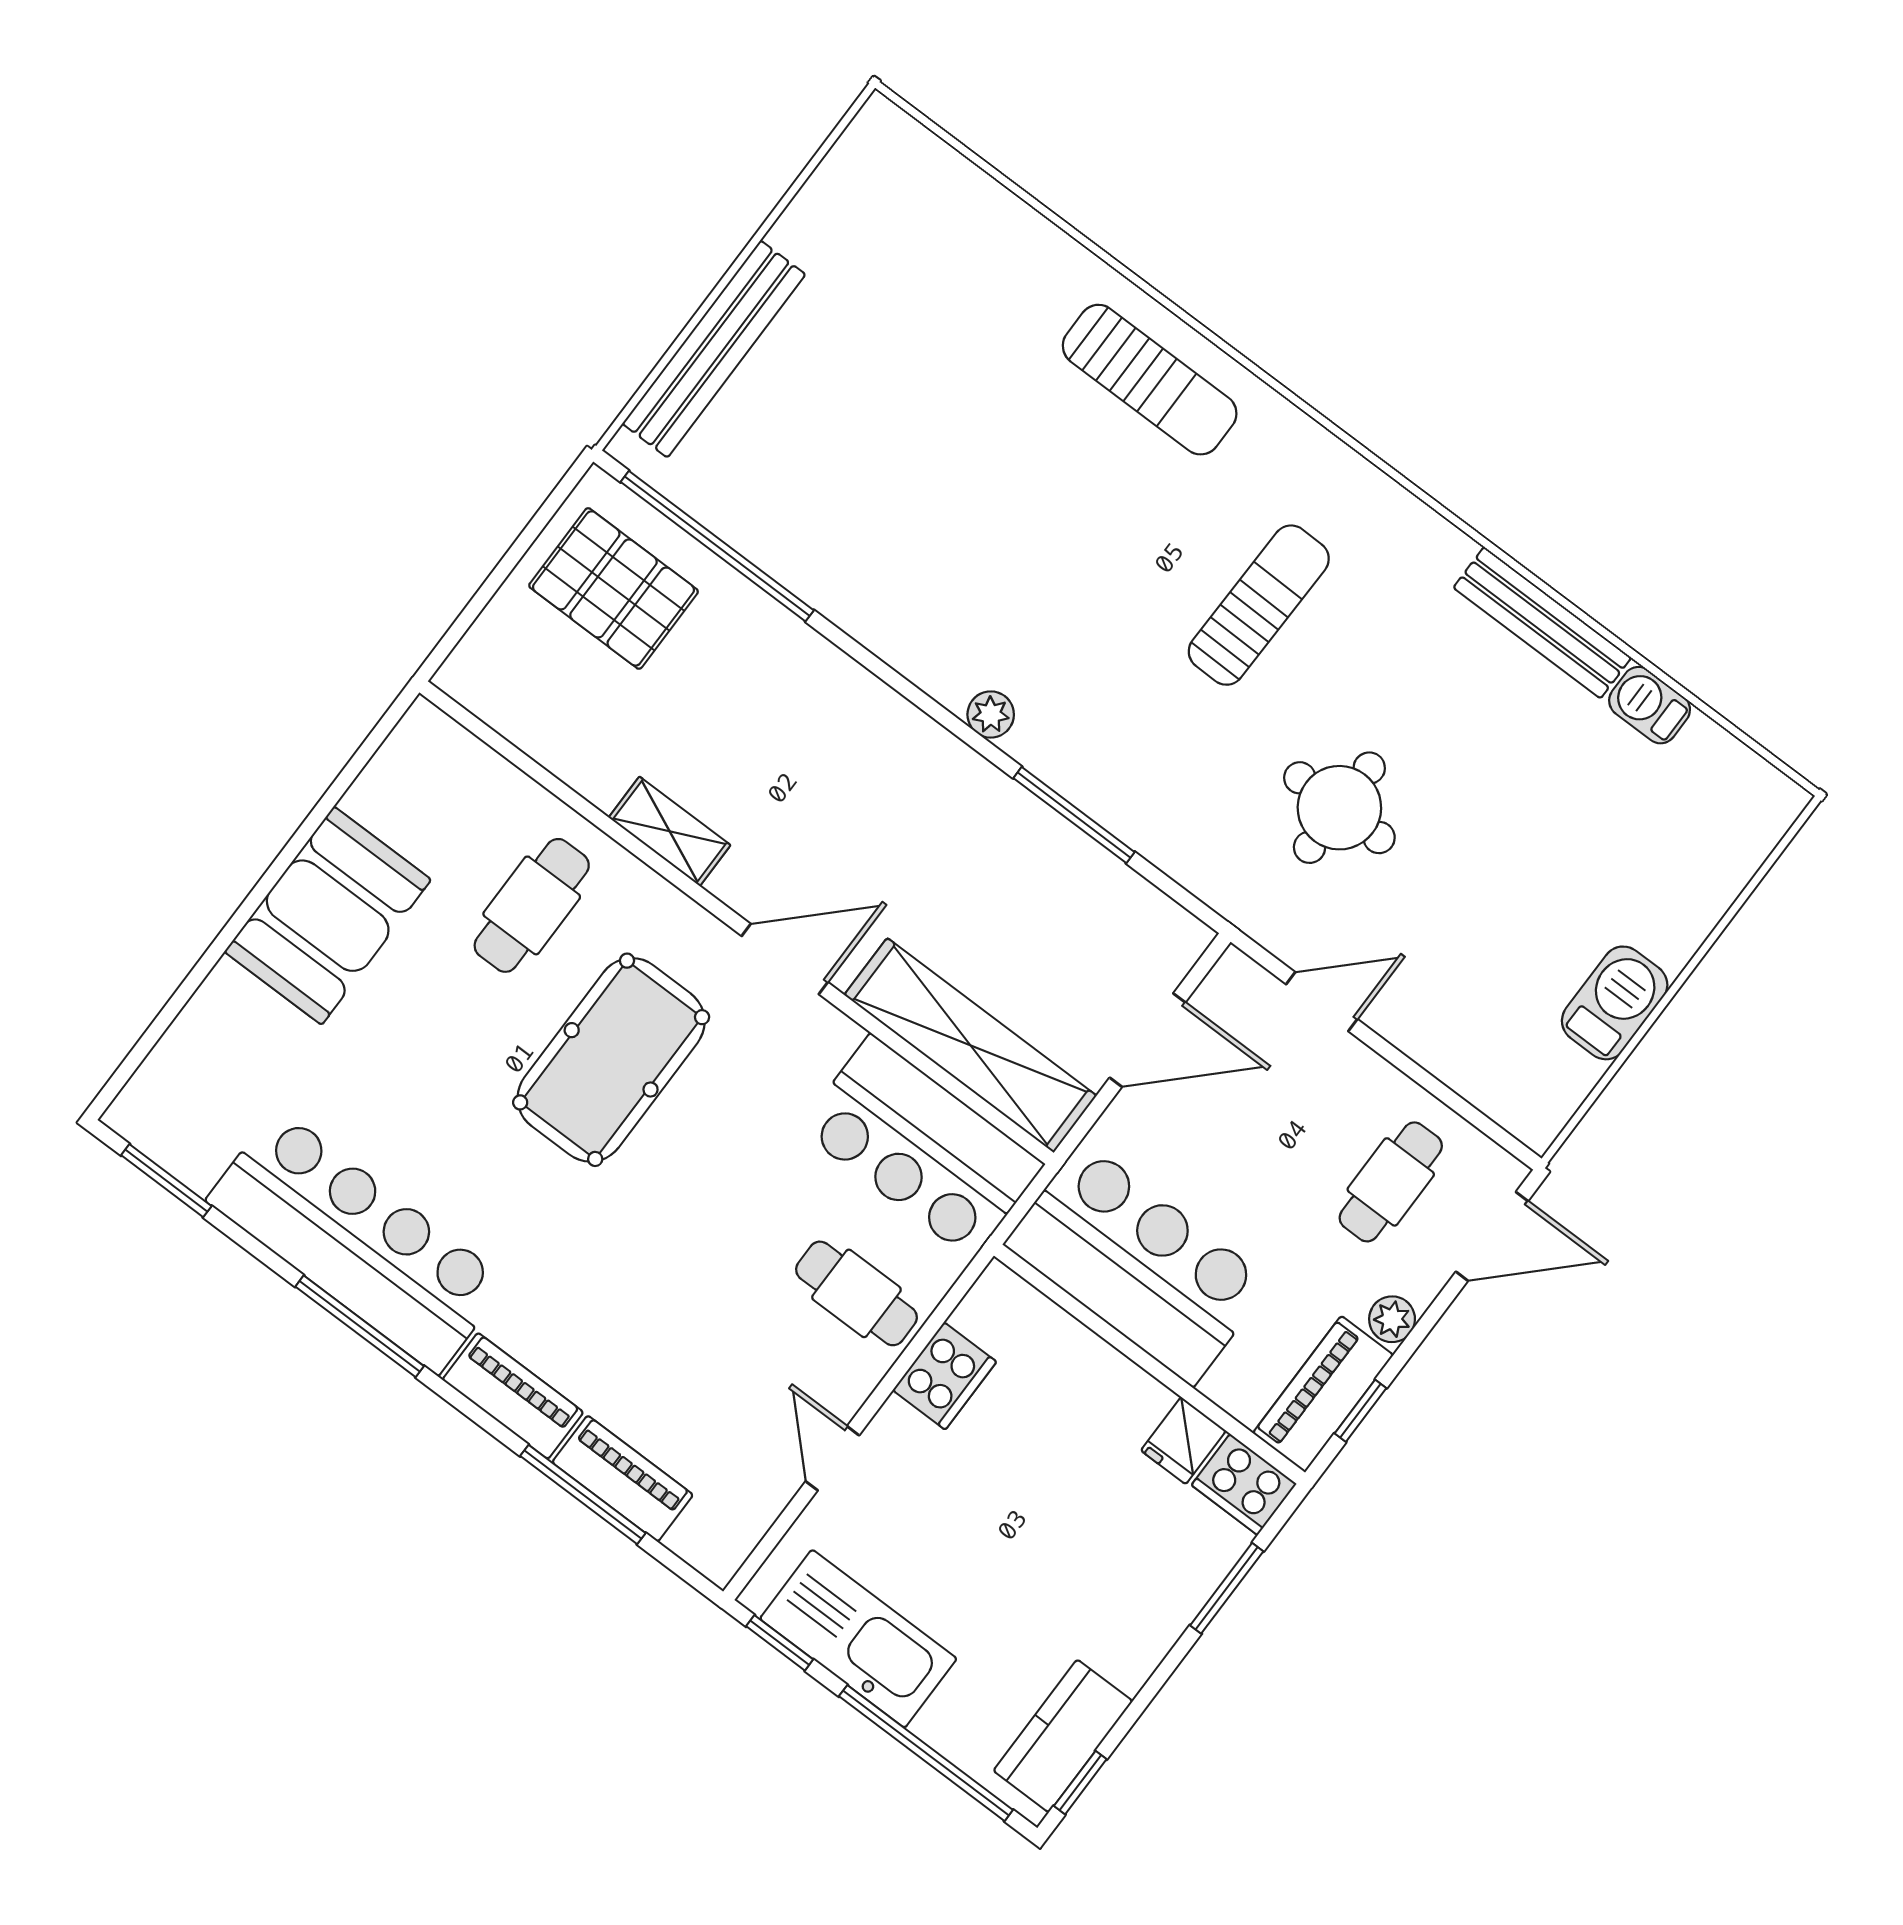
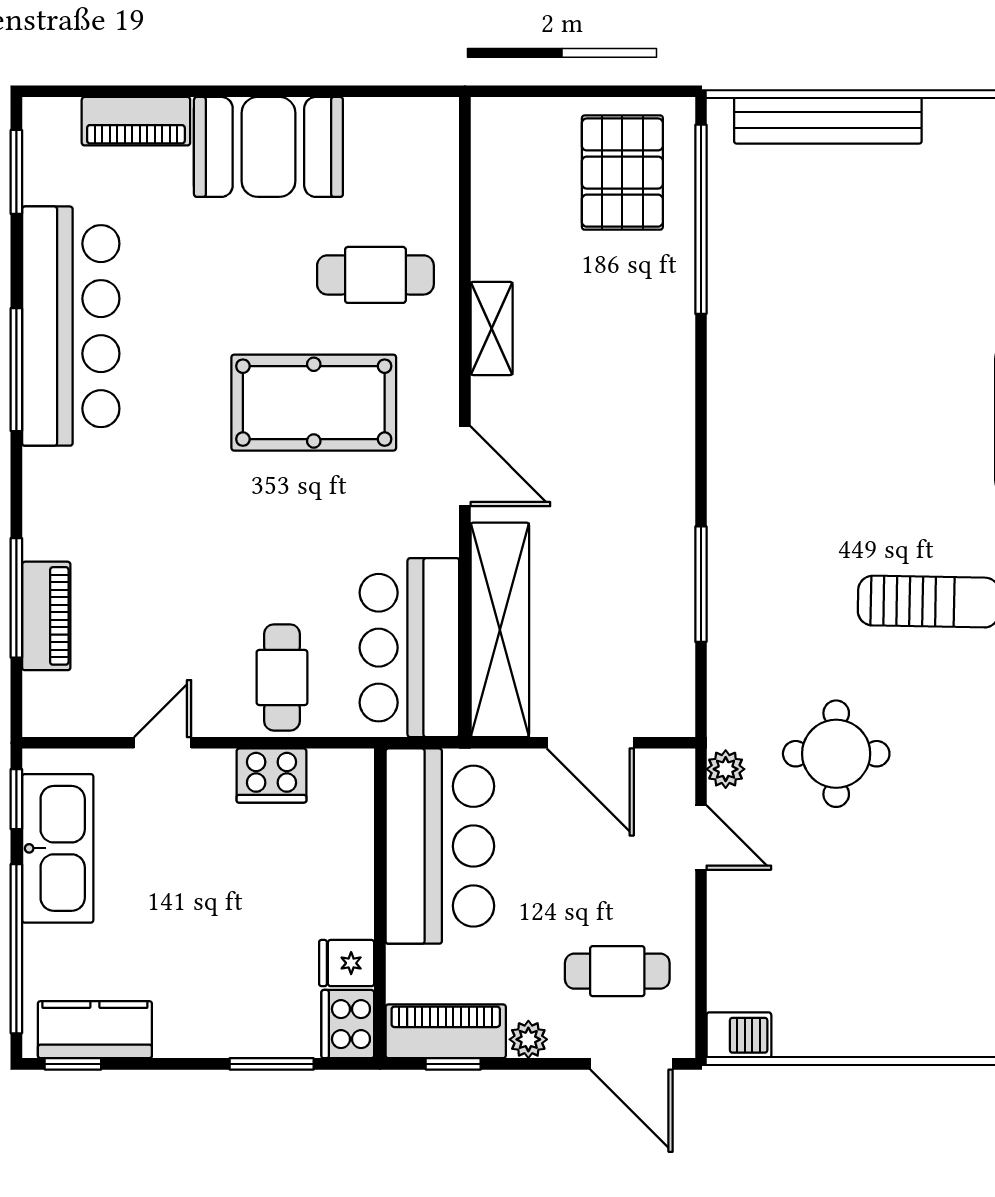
plant: (991, 714) -> (726, 769), moved
barbecue: (1615, 1003) -> (739, 1035), moved, width x0.73, depth x0.79
piano: (513, 1396) -> (136, 121), moved, turned 90

